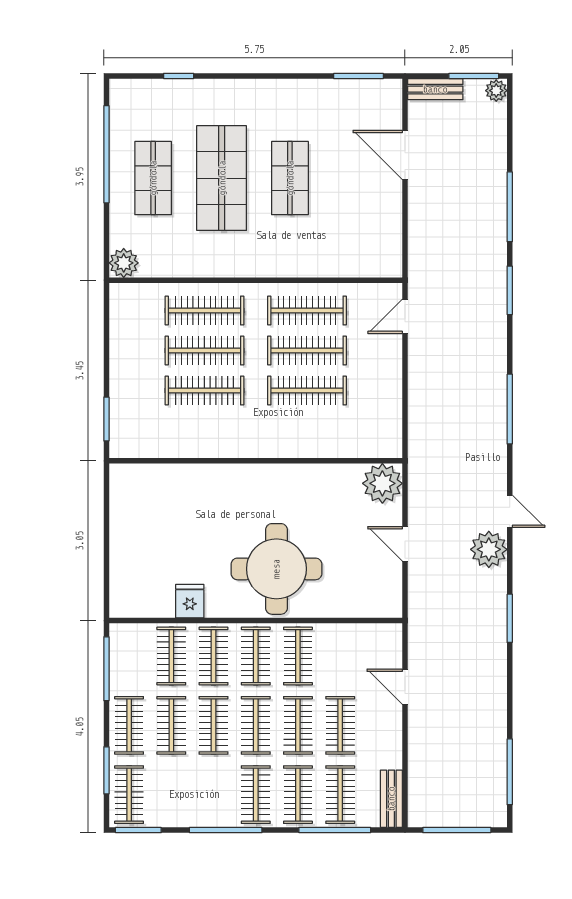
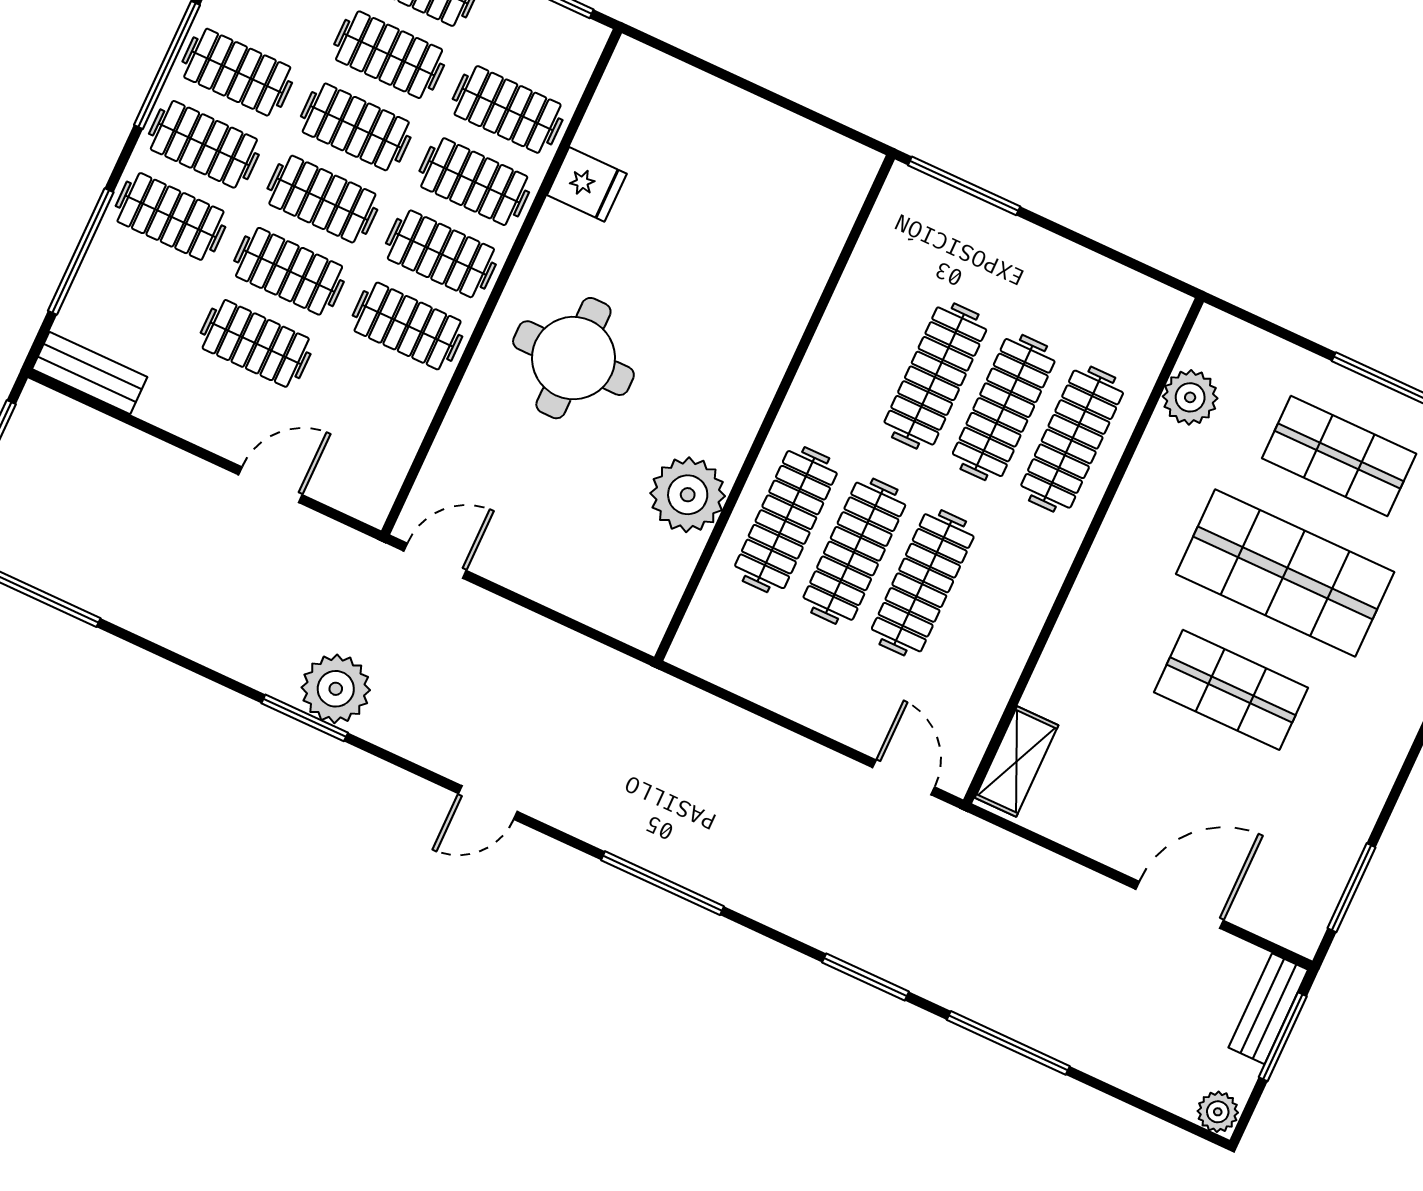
window: (474, 76) -> (1283, 1037), moved
plant: (124, 263) -> (1190, 397), moved
shelving: (372, 265) -> (1017, 761), added
clothes rail: (307, 311) -> (786, 520), moved
window: (106, 419) -> (964, 186), width x1.44
plant: (382, 483) -> (688, 495), moved
door: (405, 544) -> (435, 561), moved
plant: (489, 549) -> (336, 689), moved
round table: (276, 569) -> (573, 358), width x0.73, depth x0.73
clothes rail: (340, 795) -> (237, 72), moved

